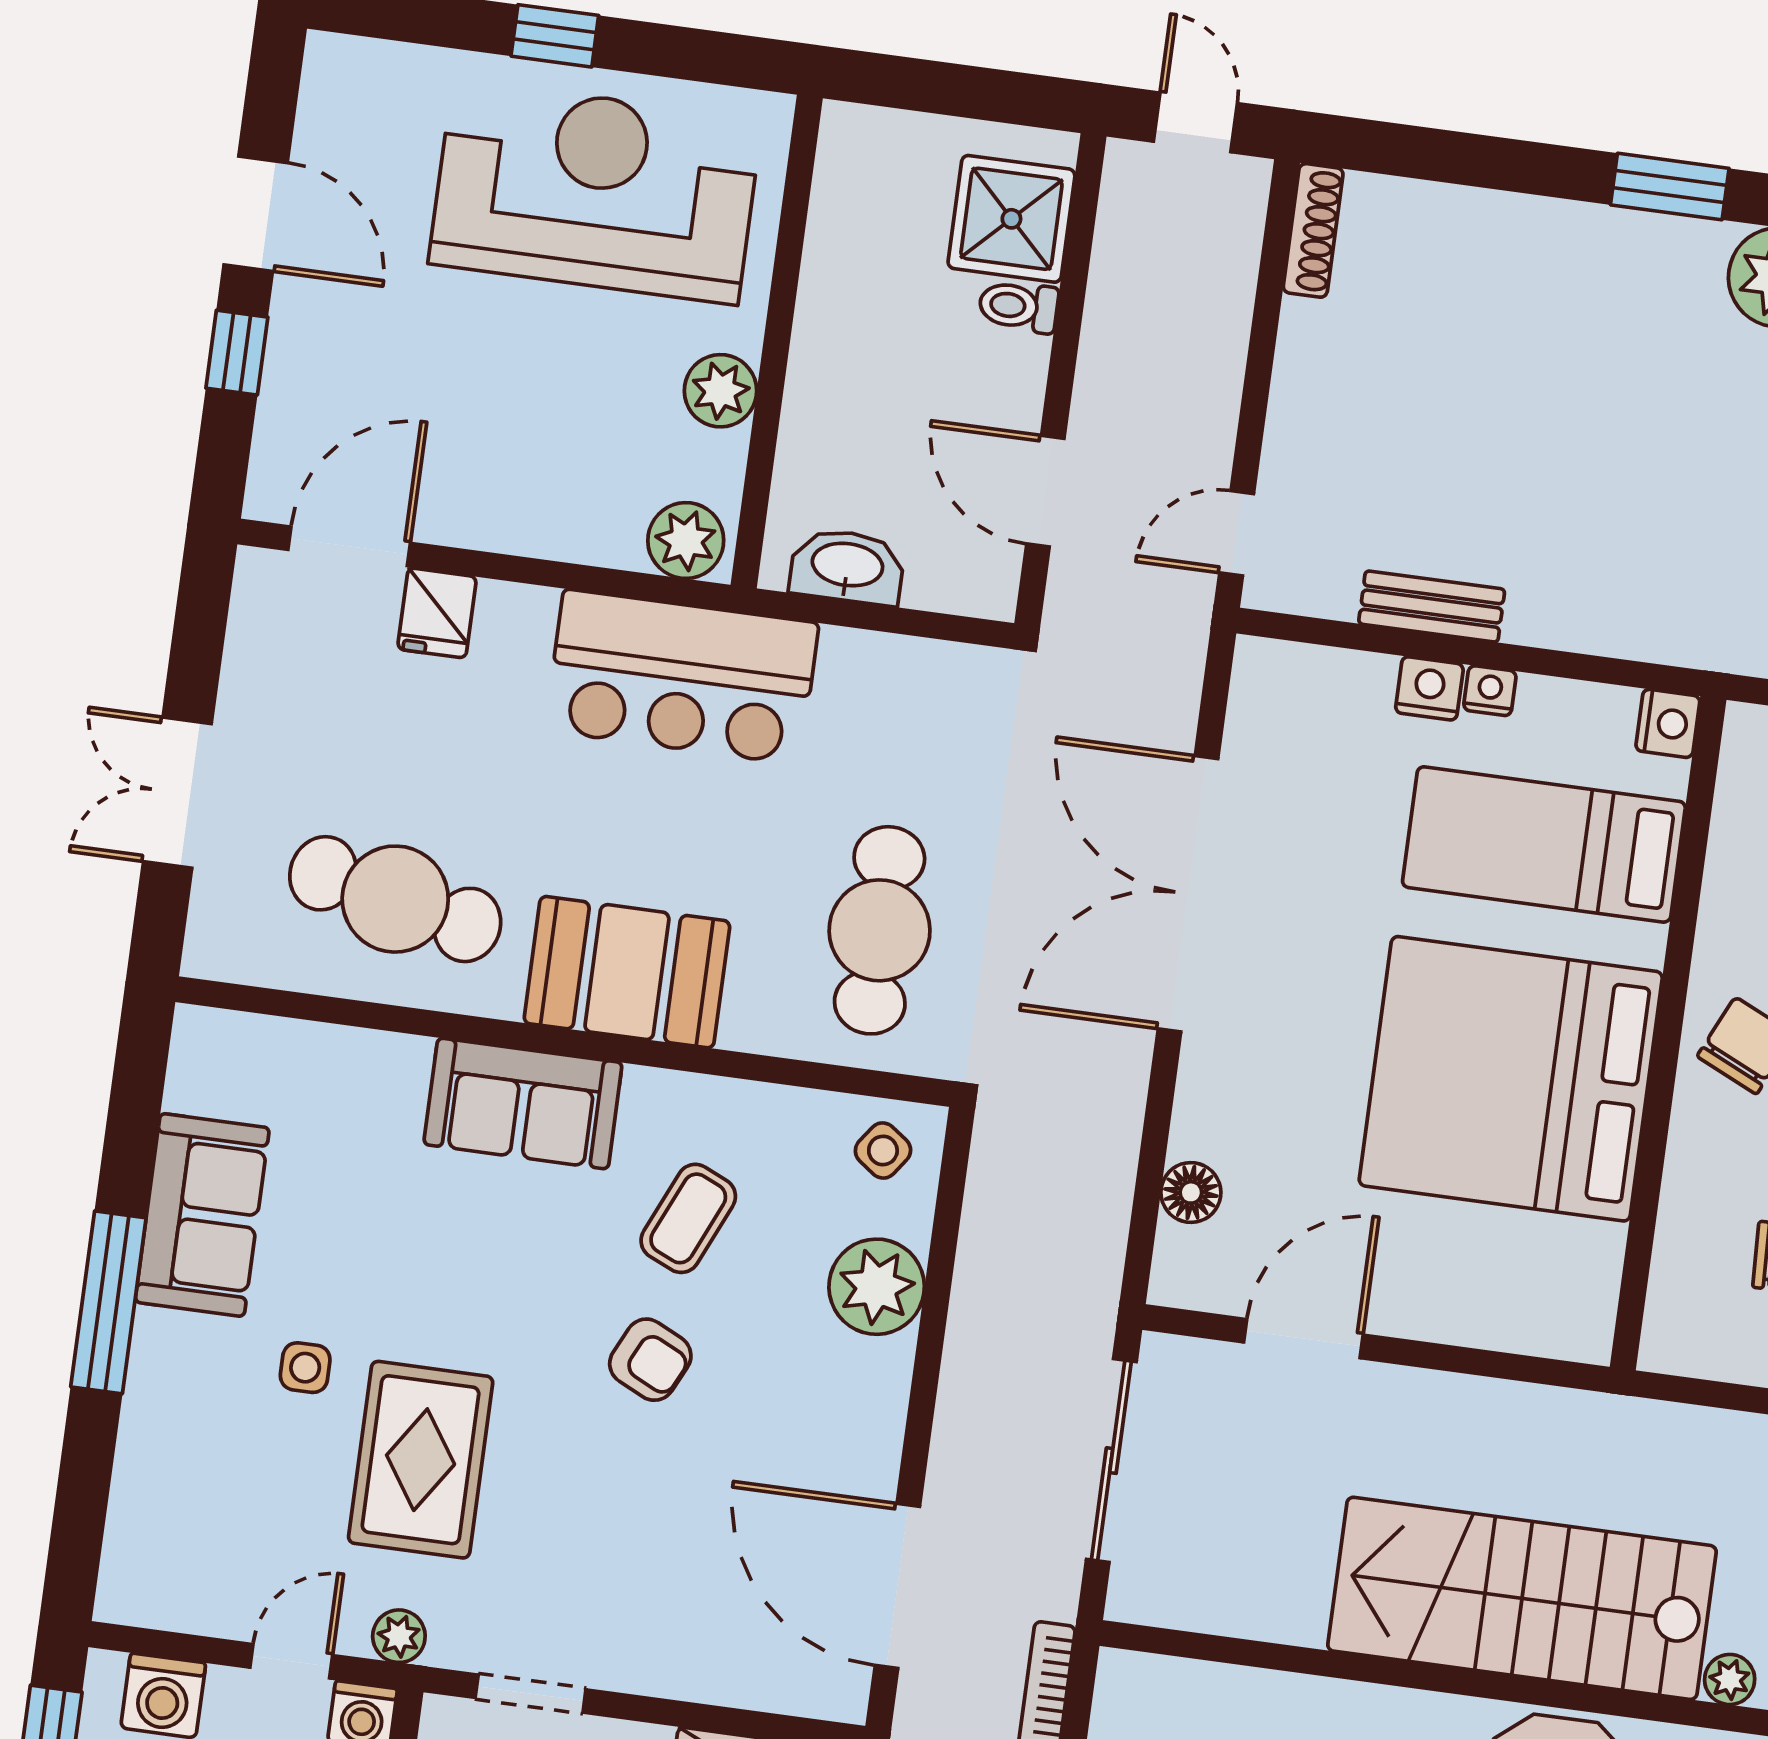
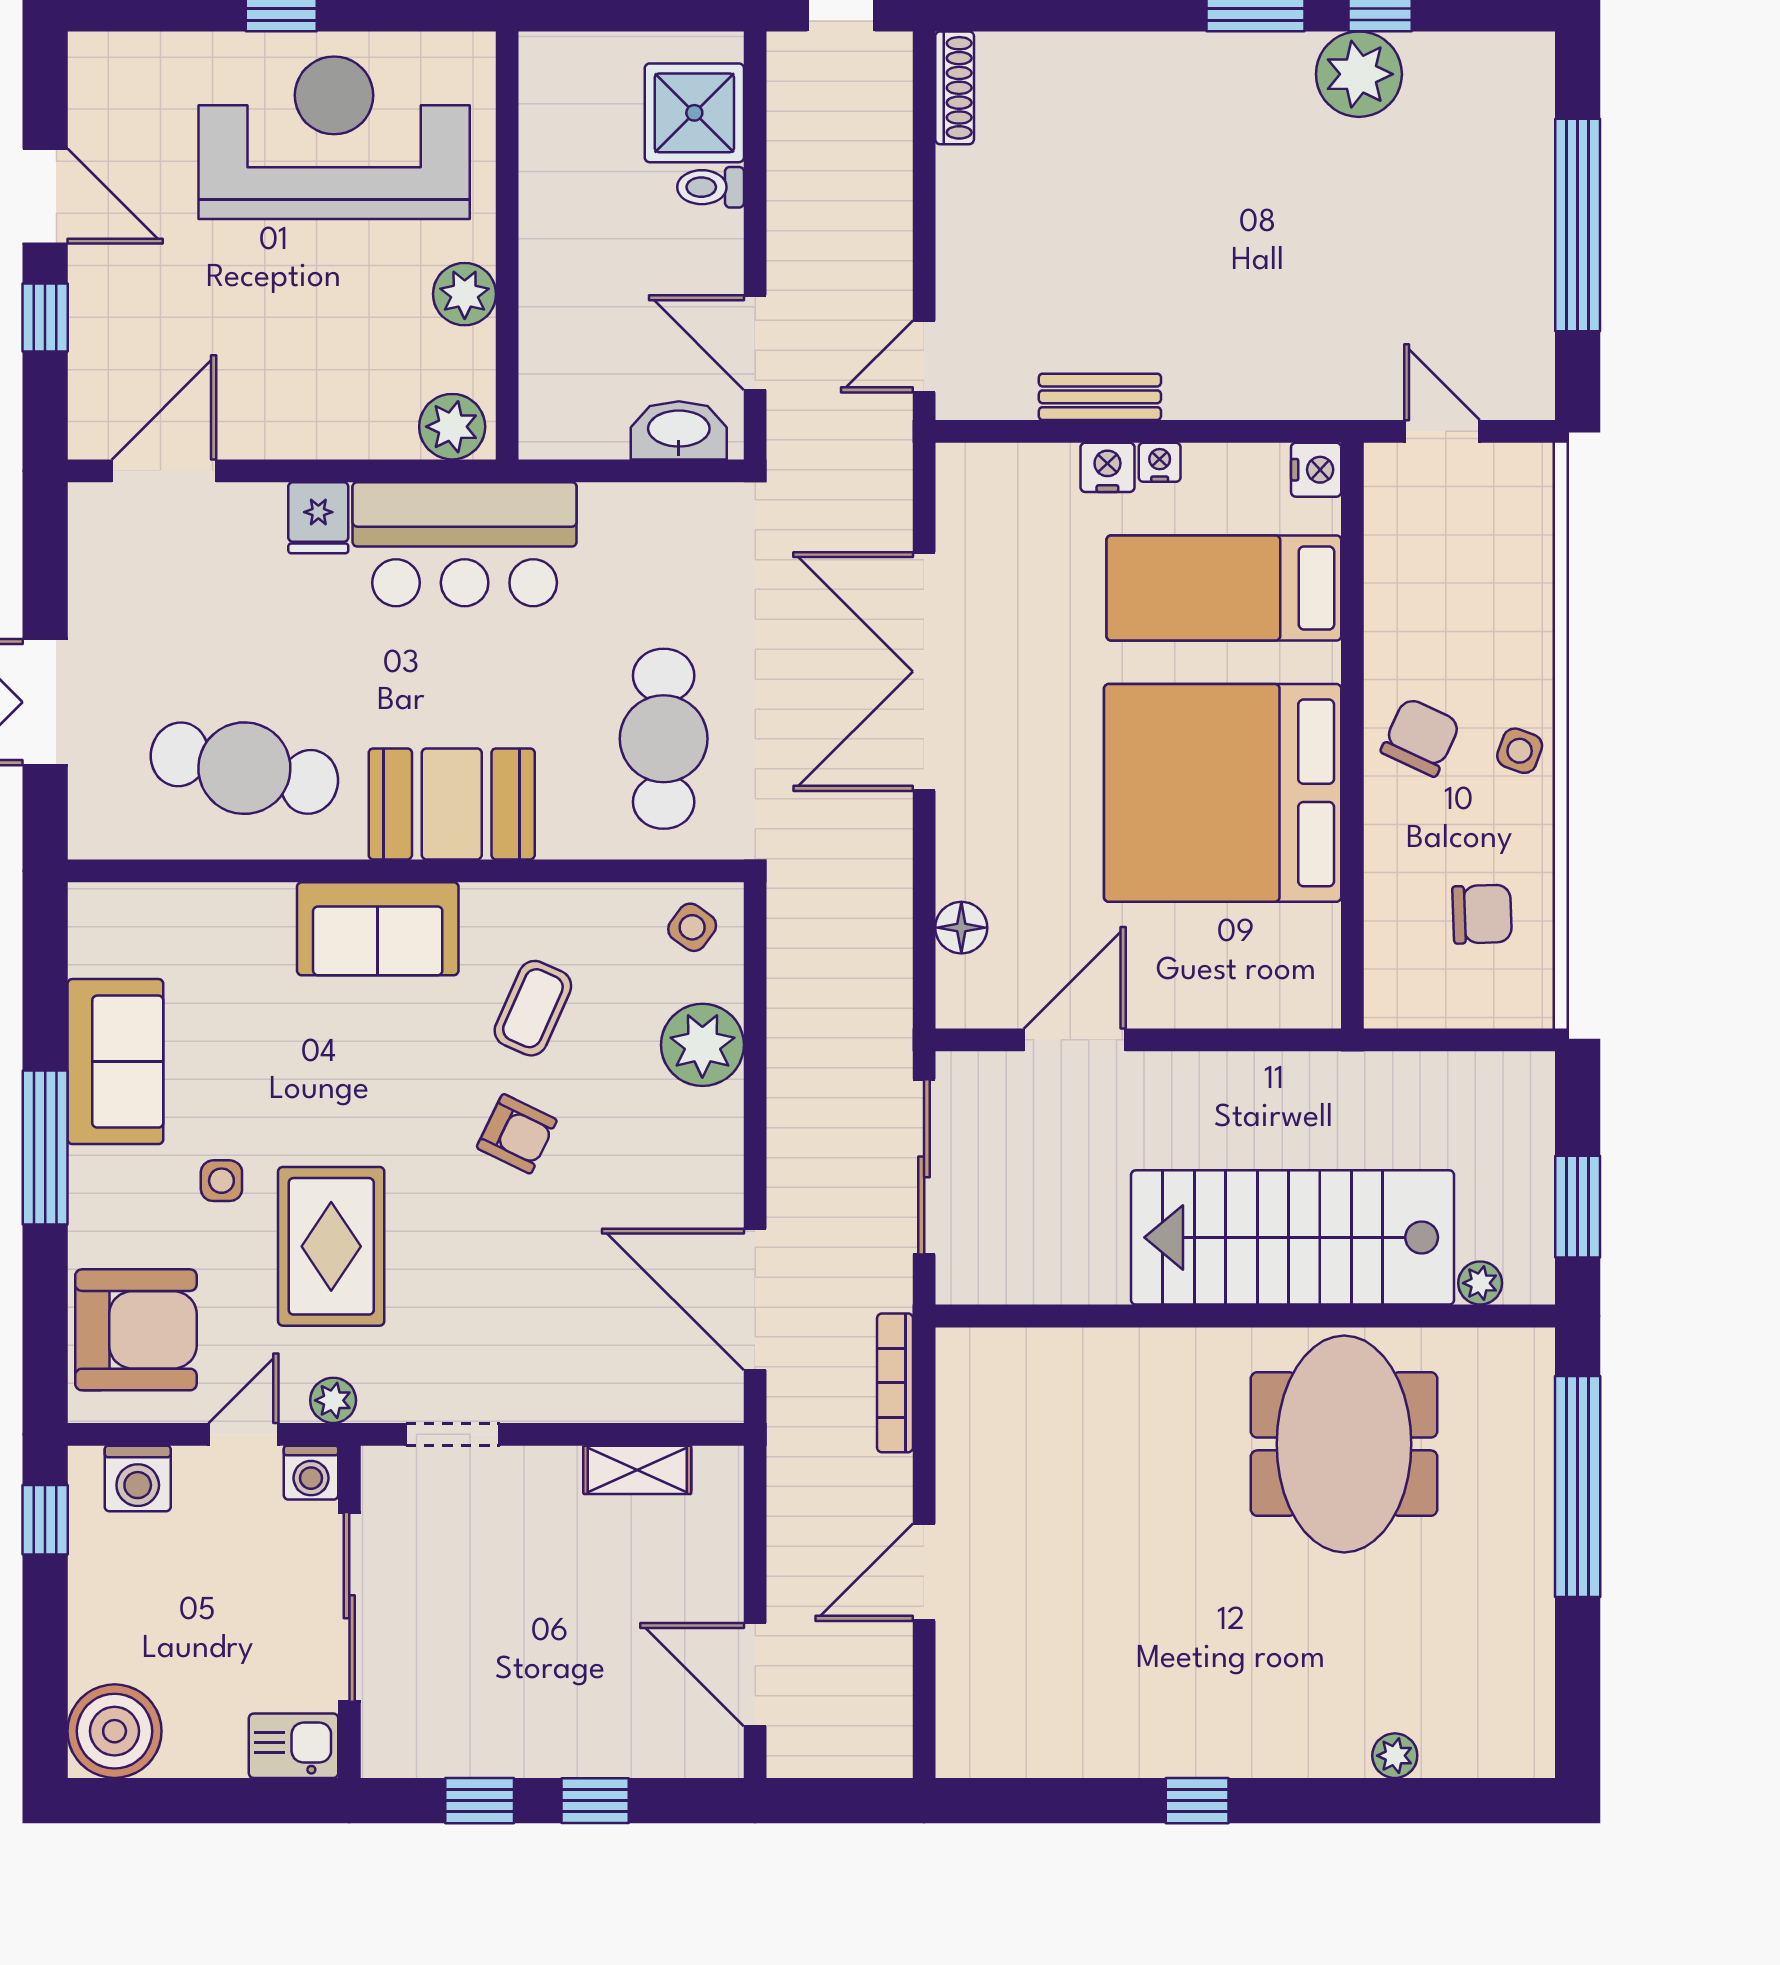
washbasin: (847, 567) -> (679, 430), moved
fridge: (437, 613) -> (318, 518), moved
armchair: (184, 1525) -> (136, 1330), added

